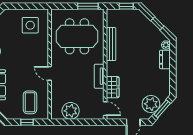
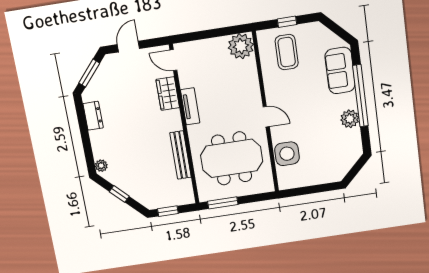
side table: (30, 25) -> (287, 154), moved
dresser: (165, 59) -> (93, 116), moved
door: (50, 73) -> (266, 117), moved
plant: (151, 104) -> (107, 77), removed
plant: (71, 111) -> (241, 46), moved

